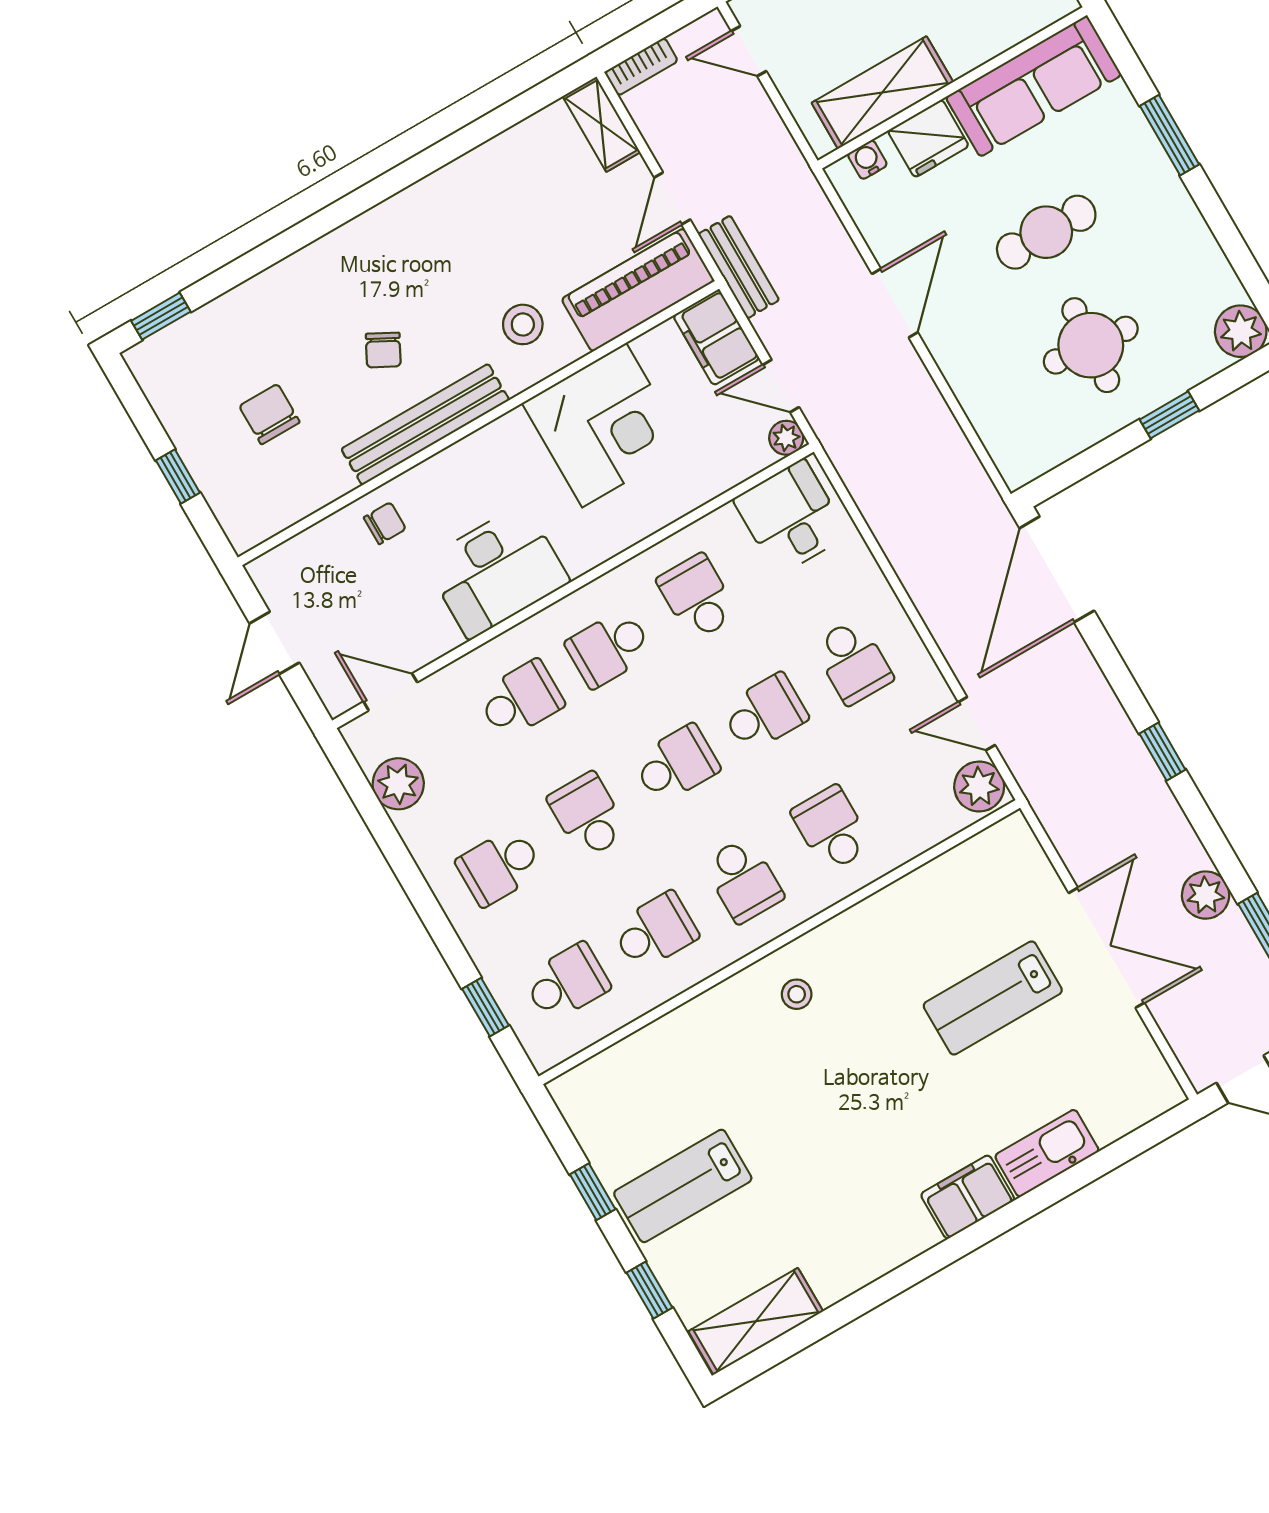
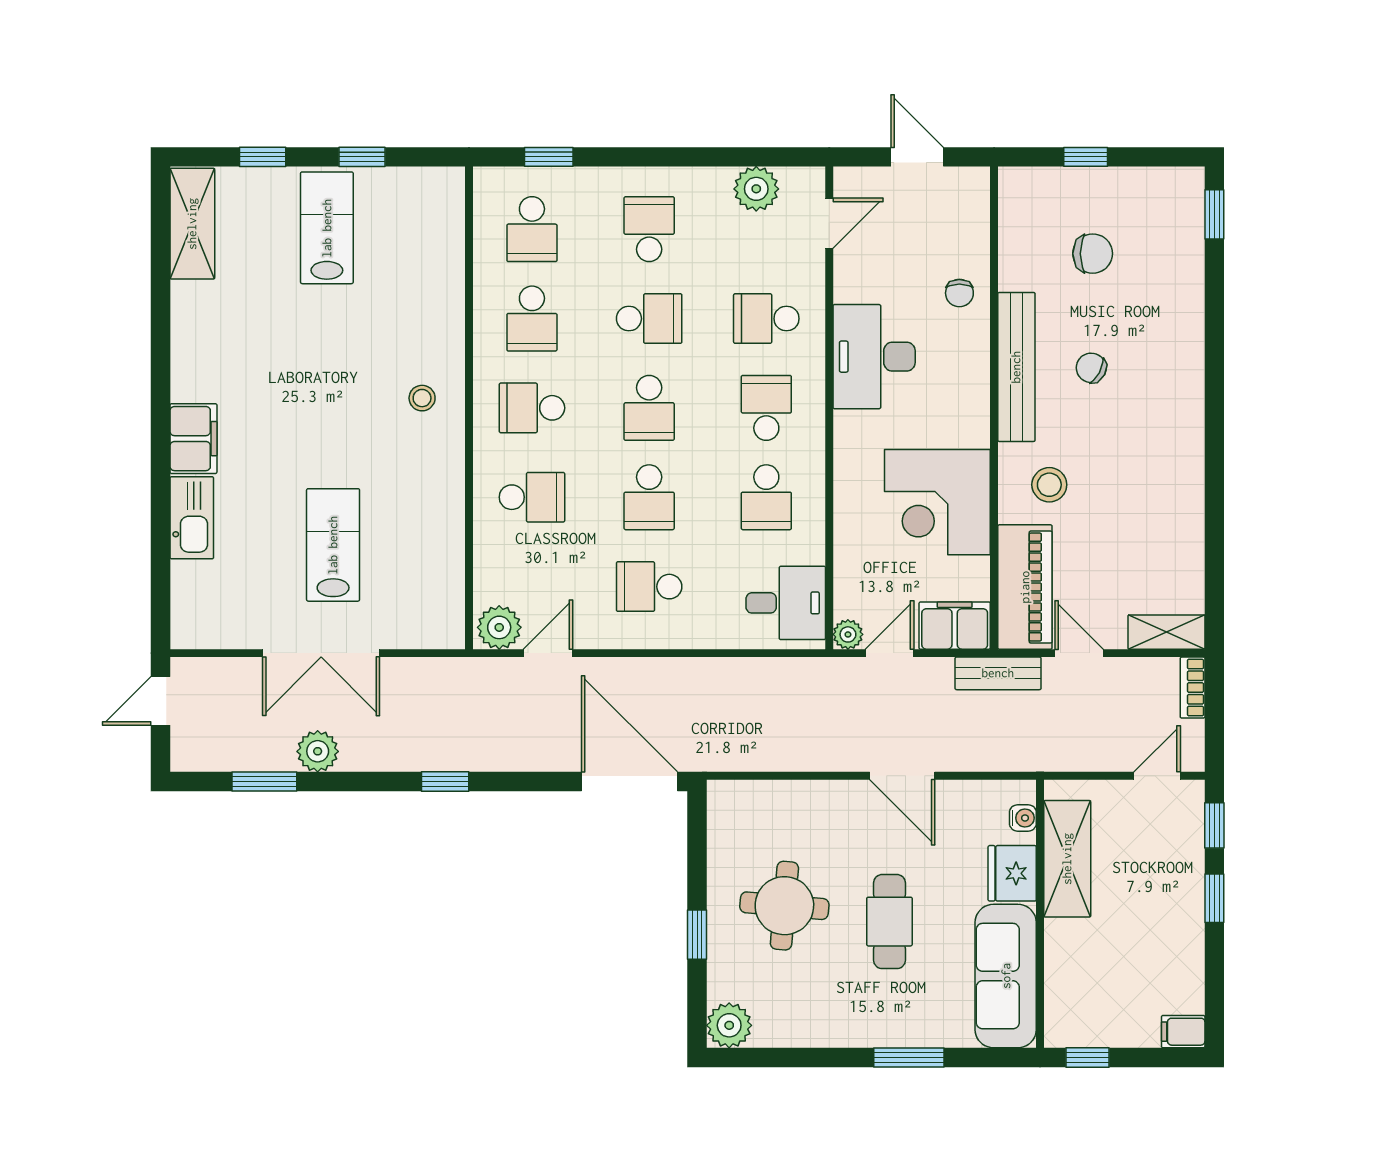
school desk: (697, 597) -> (766, 497), turned 90
school desk: (521, 699) -> (766, 319), turned 90

